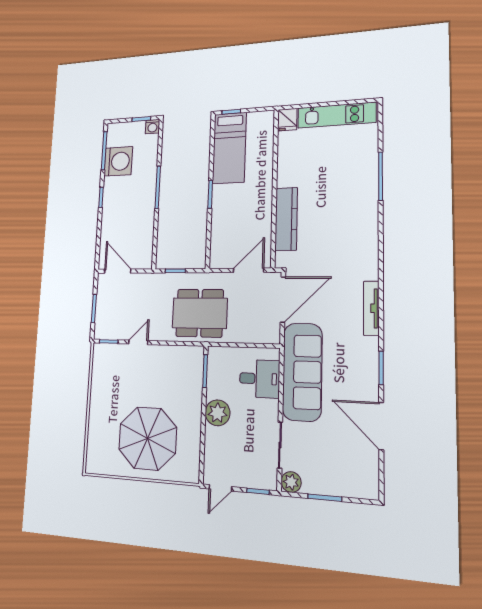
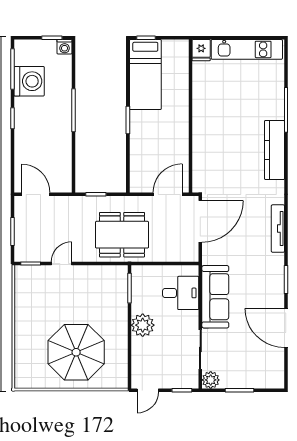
kitchen counter: (286, 219) -> (274, 150), moved, turned 180
sofa: (302, 372) -> (215, 297), width x0.74, depth x0.79

